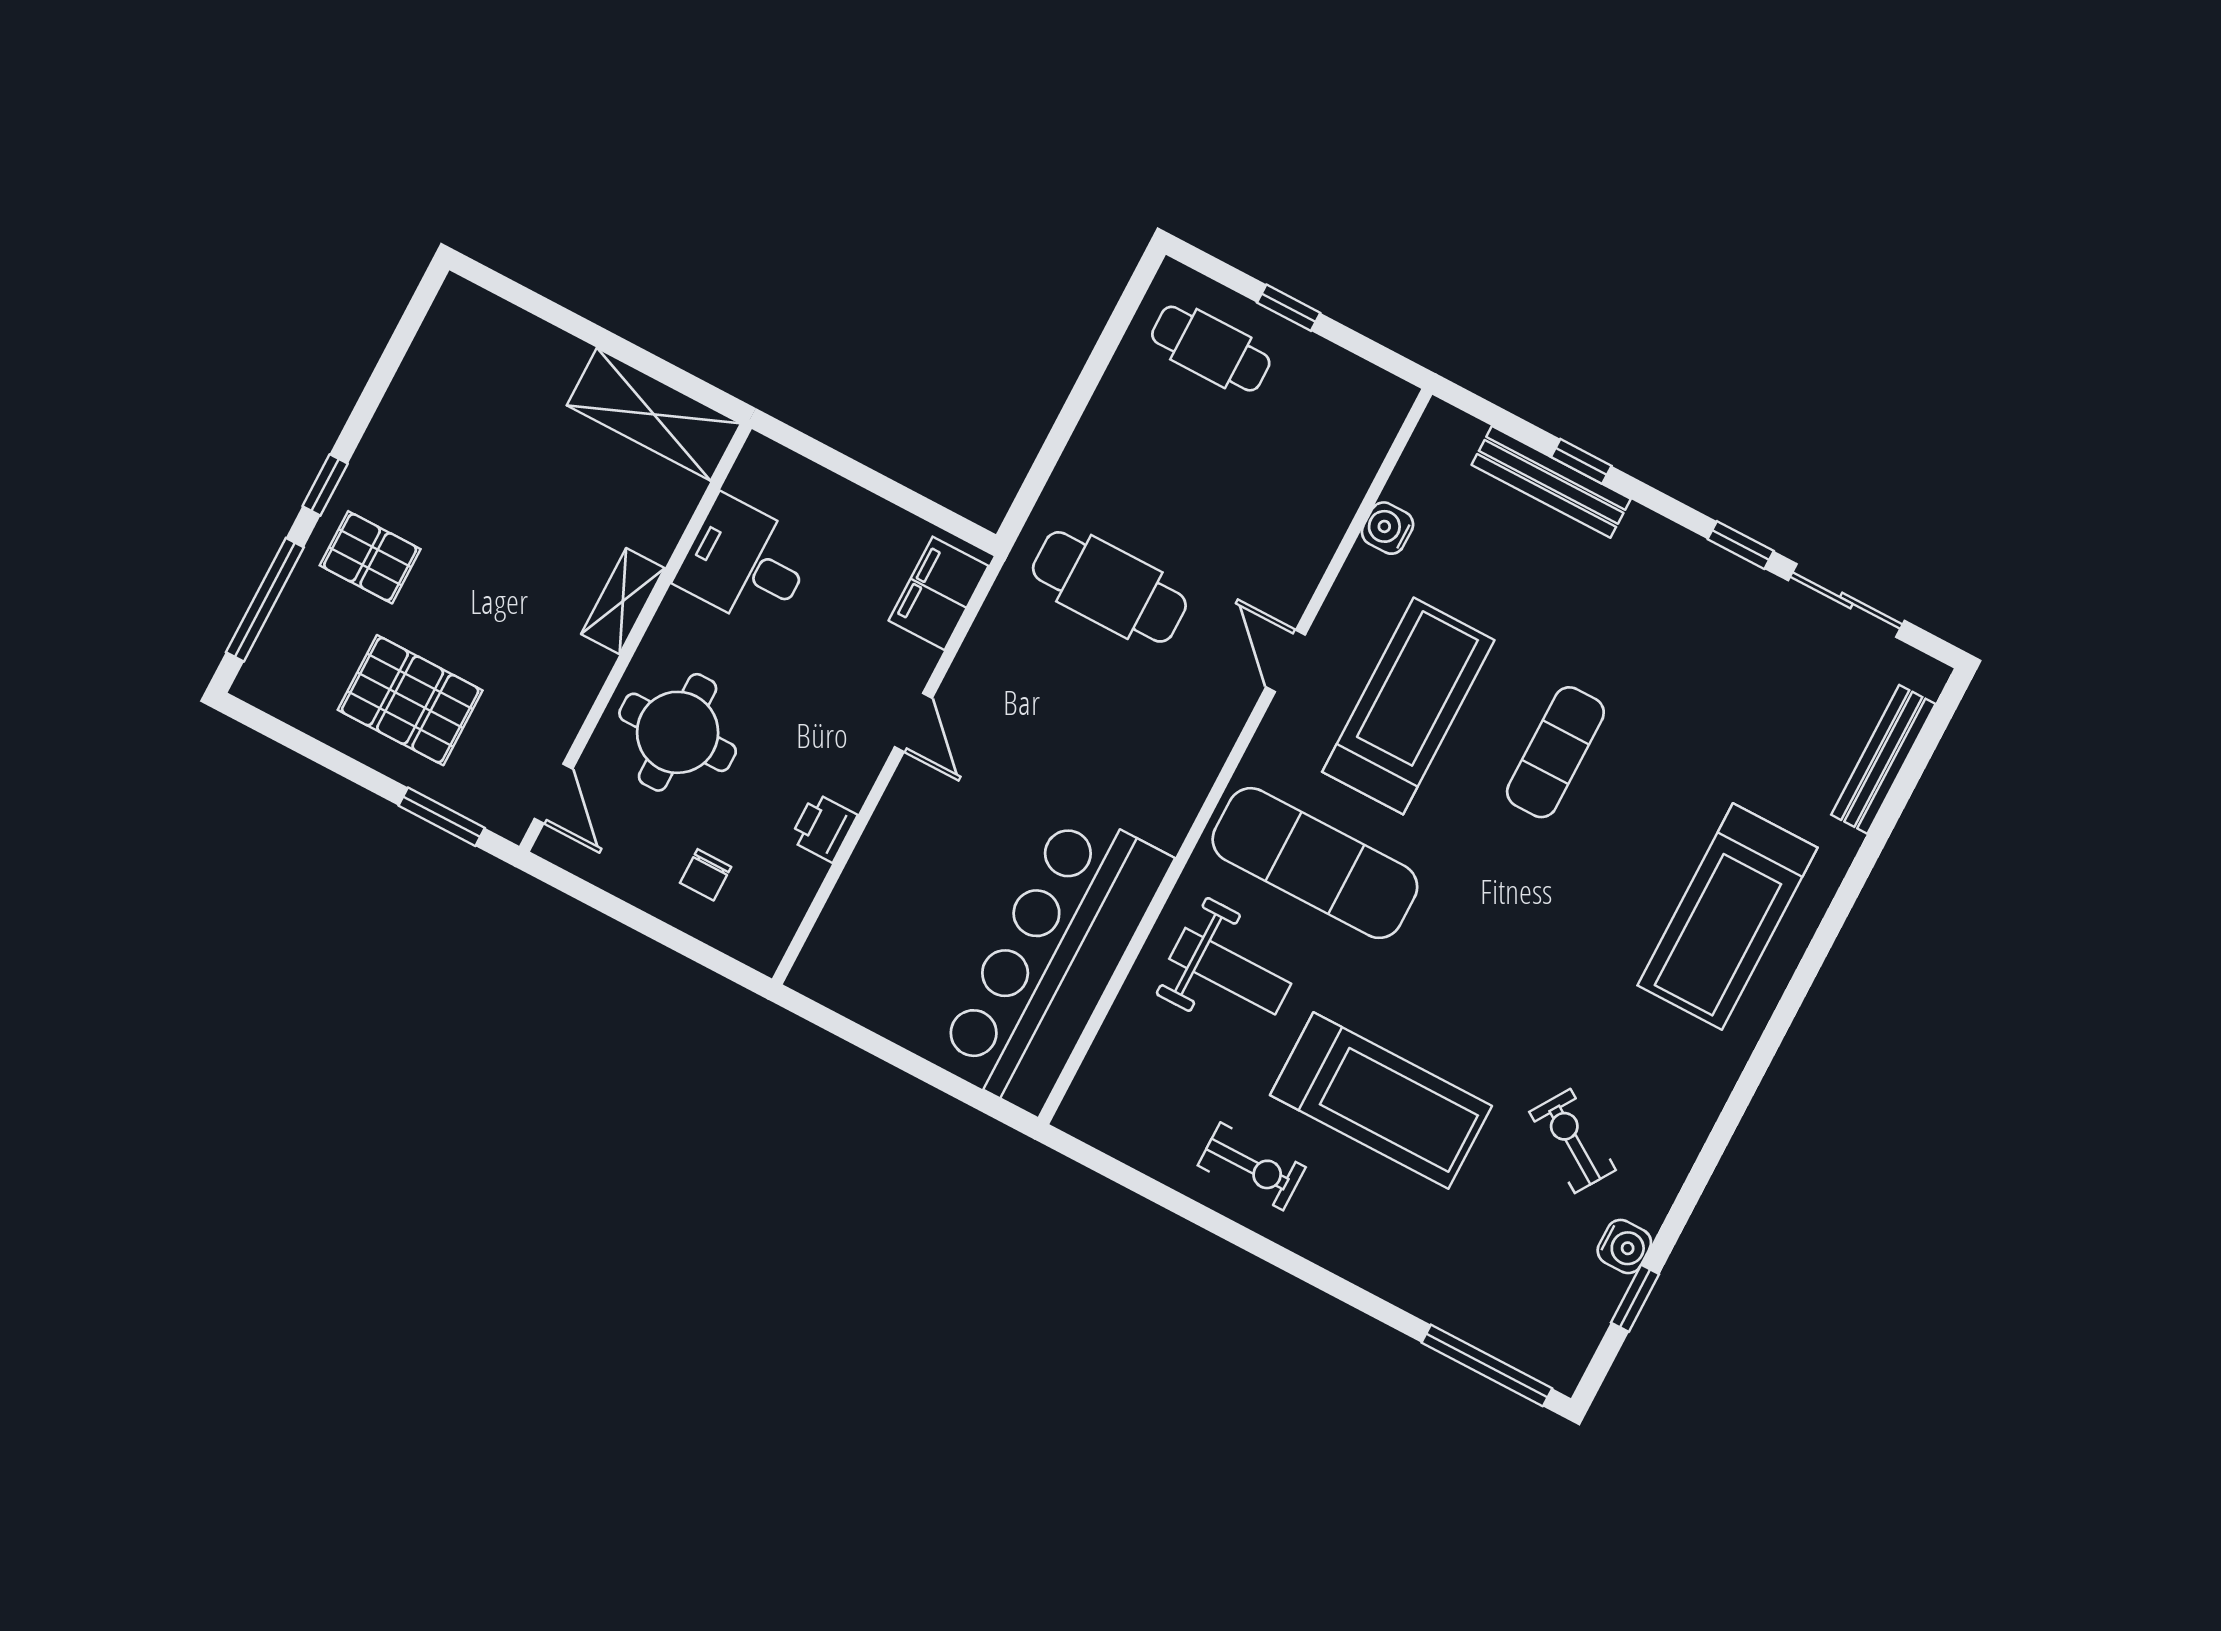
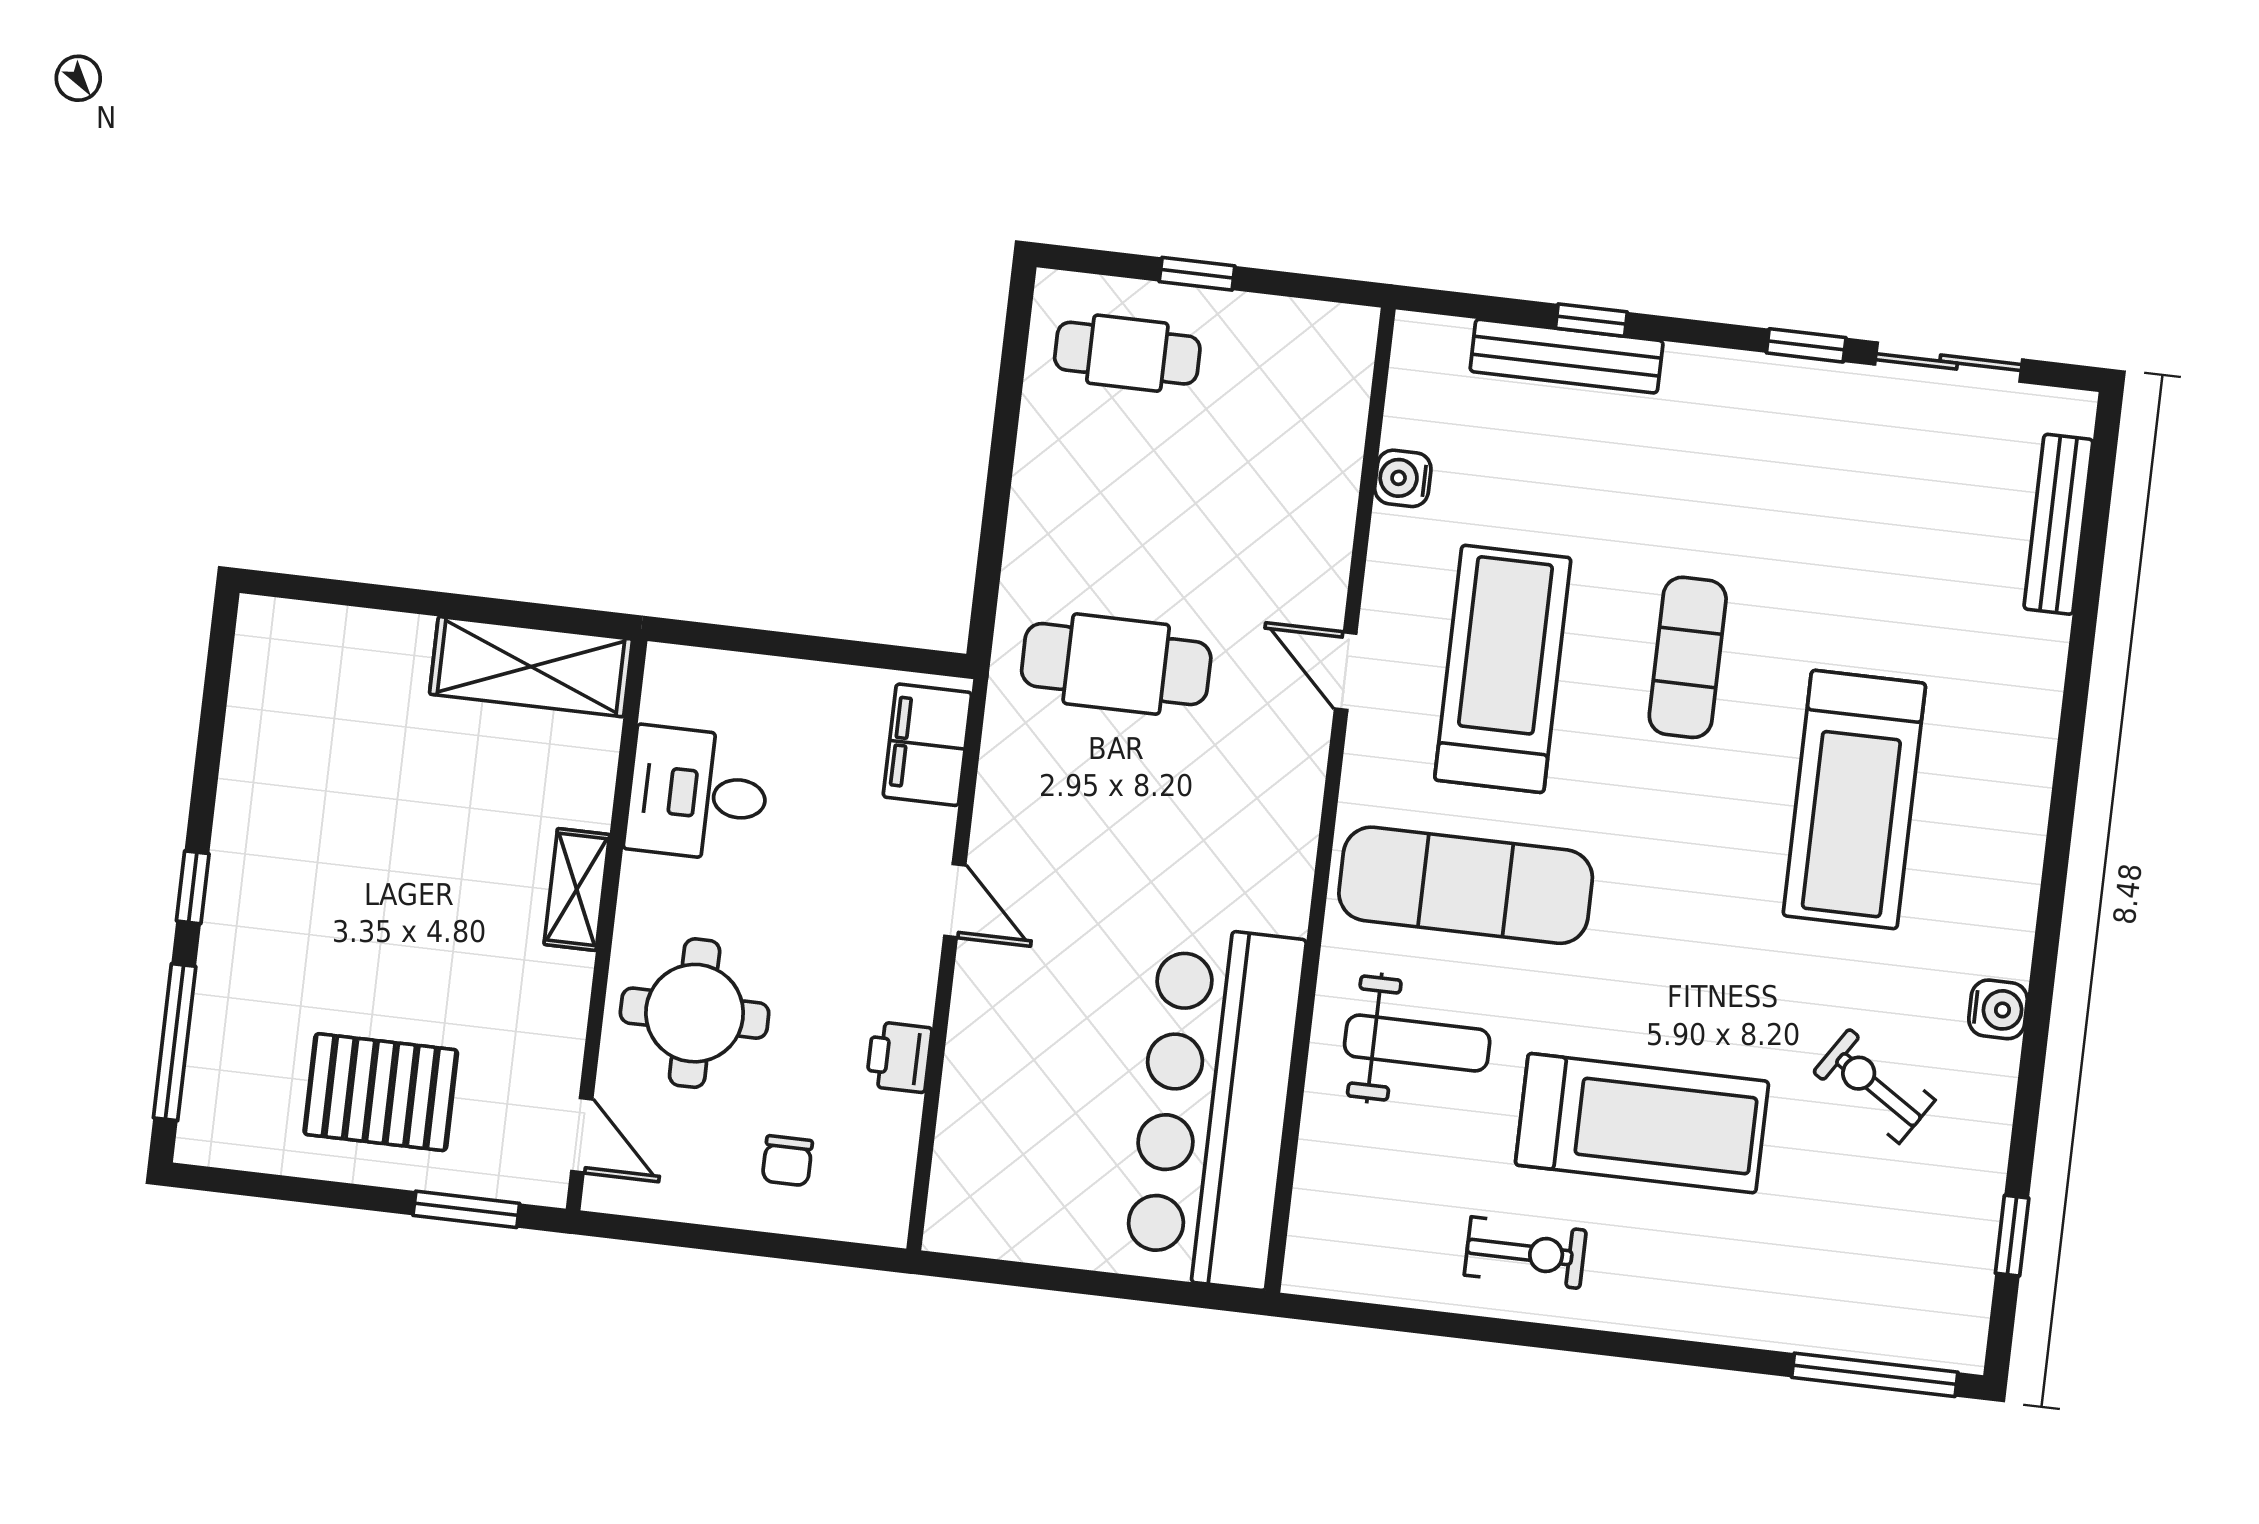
pallet: (370, 557) -> (274, 949), removed
treadmill: (1727, 916) -> (1854, 800), moved
water cooler: (1624, 1247) -> (1998, 1009), moved

